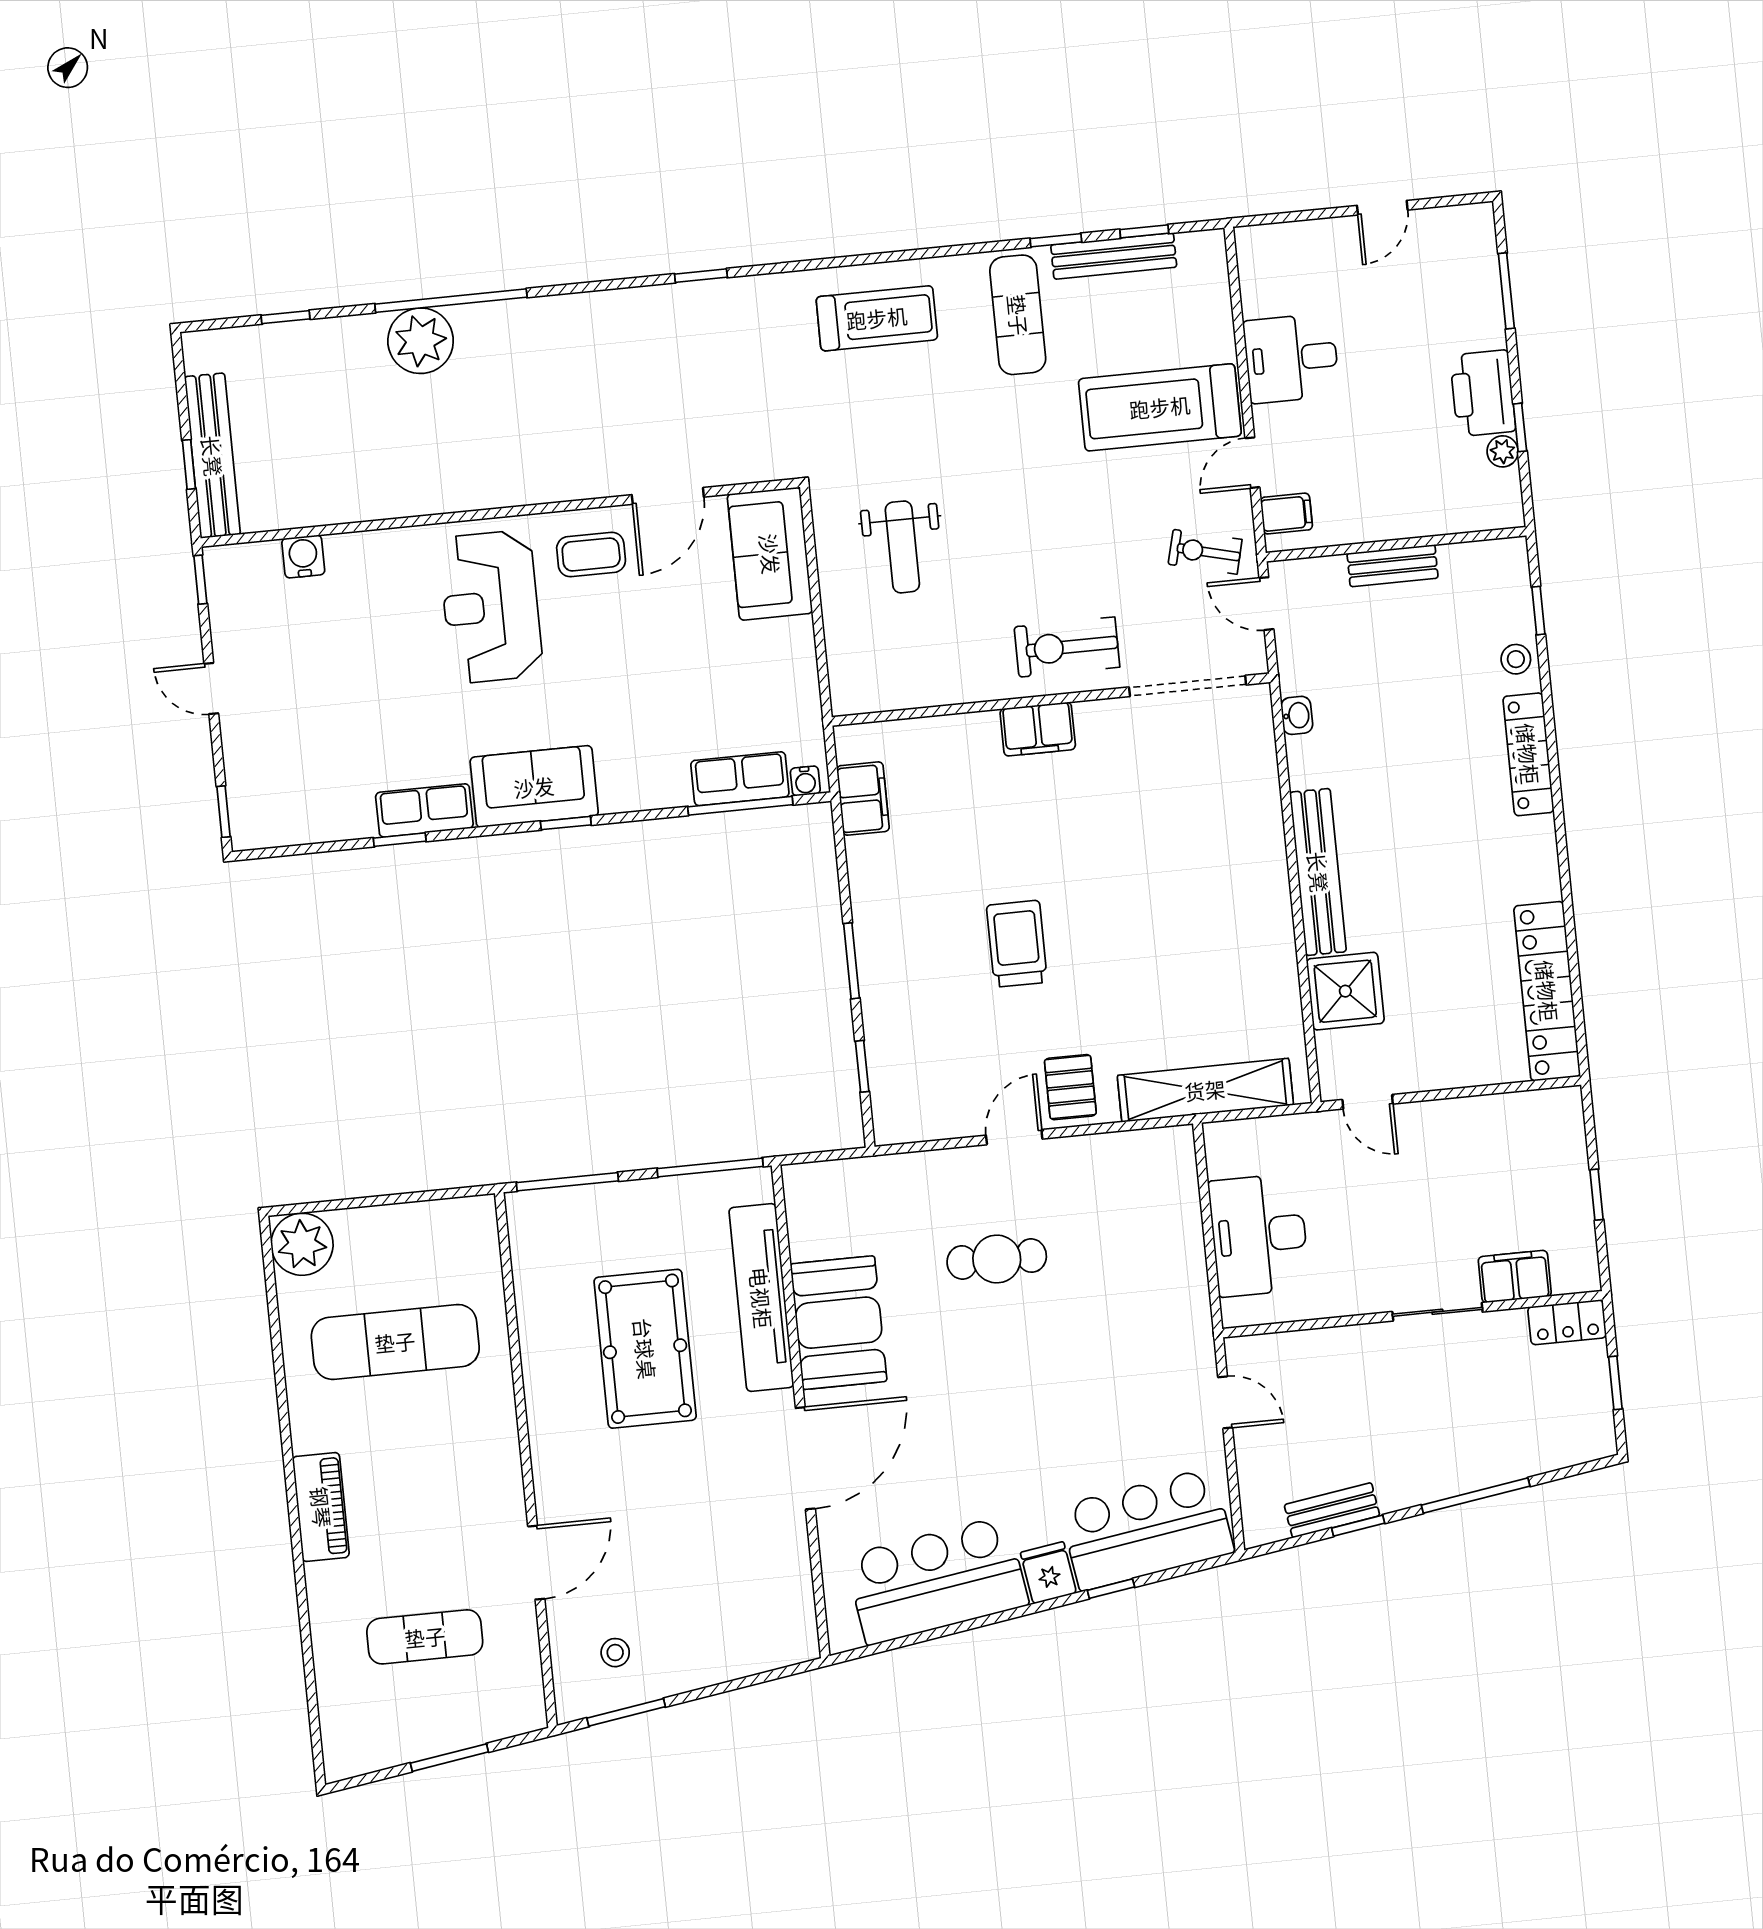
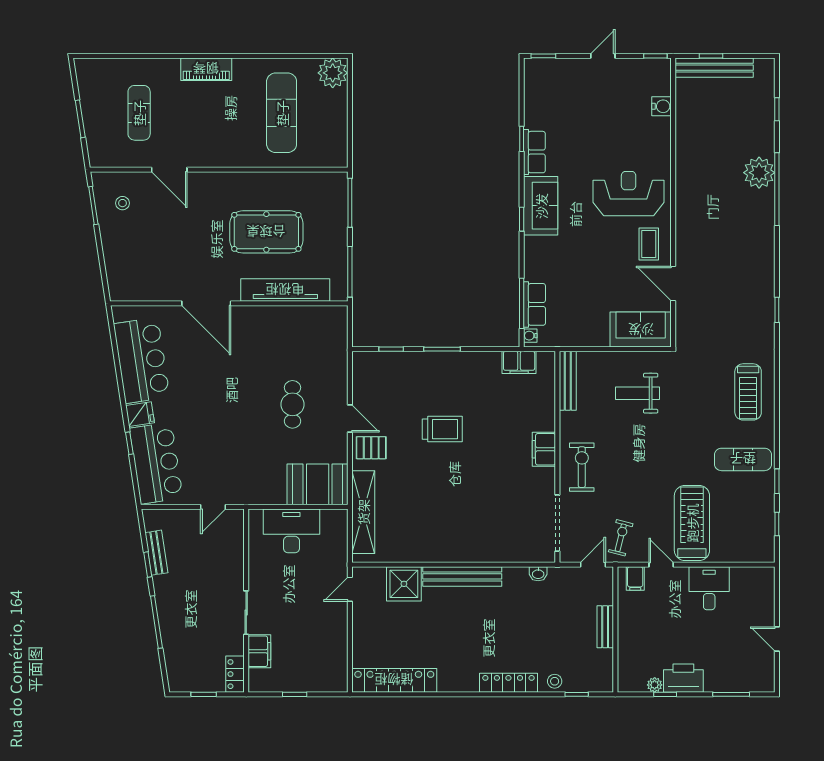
bench: (1114, 256) -> (568, 381), moved
booth: (839, 1323) -> (318, 484), moved

